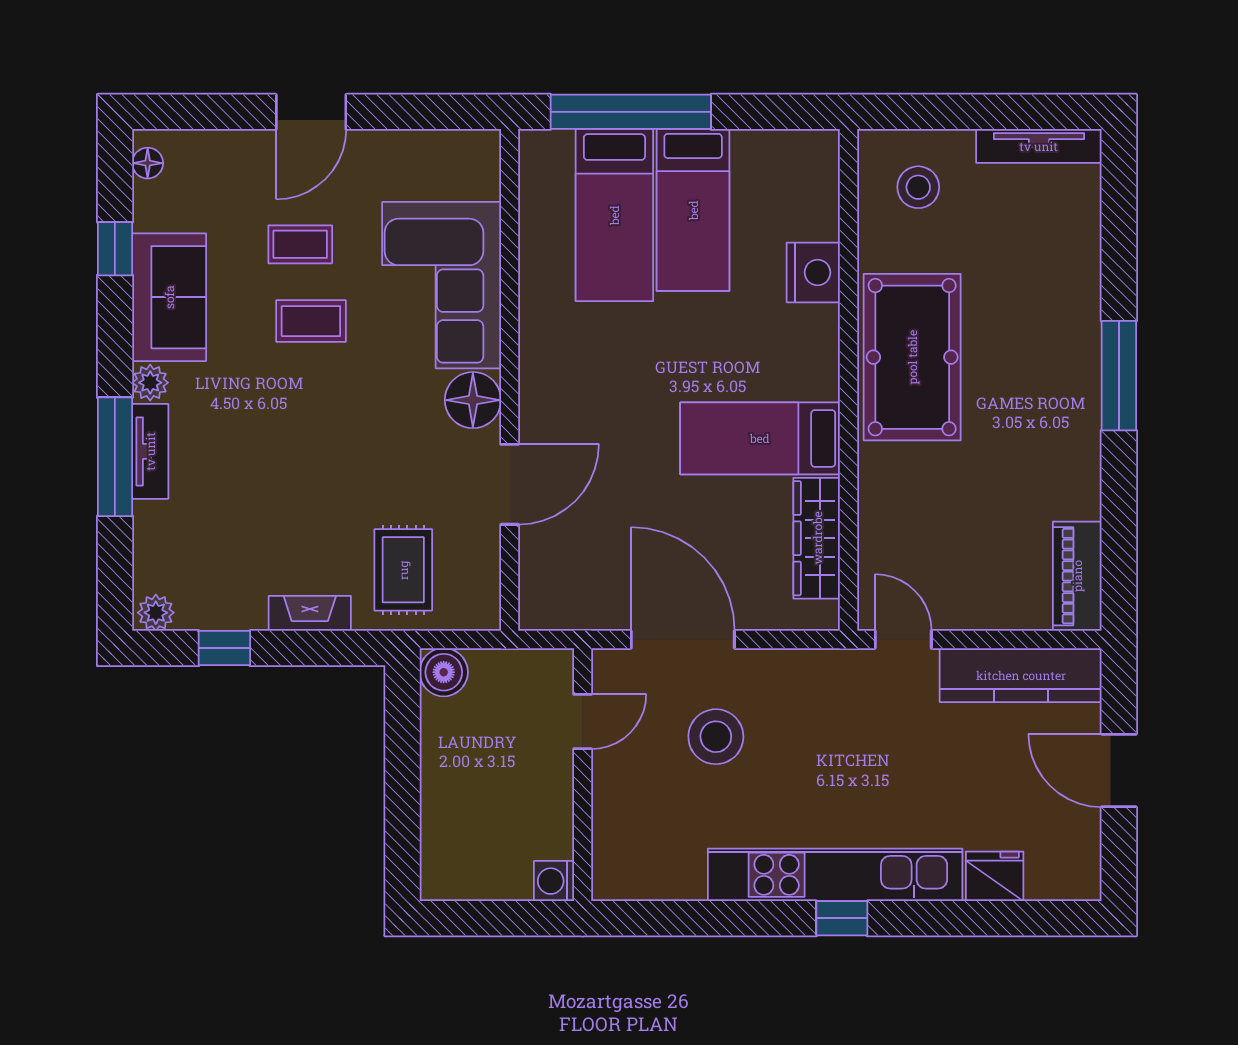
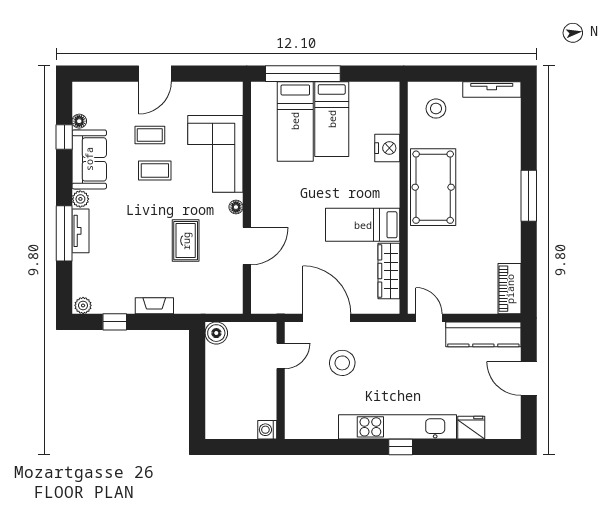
floor lamp: (148, 163) -> (79, 121), moved
floor lamp: (473, 400) -> (236, 207), width x0.53, depth x0.53
rug: (403, 570) -> (186, 241), moved

